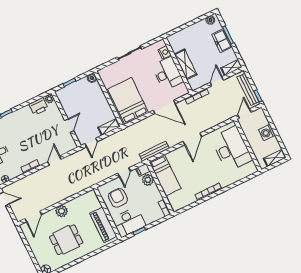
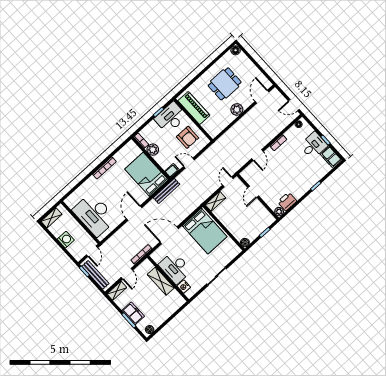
door: (124, 172) -> (189, 163), hinge flipped
bed: (165, 175) -> (146, 174), width x1.50
plant: (148, 180) -> (153, 150), moved

